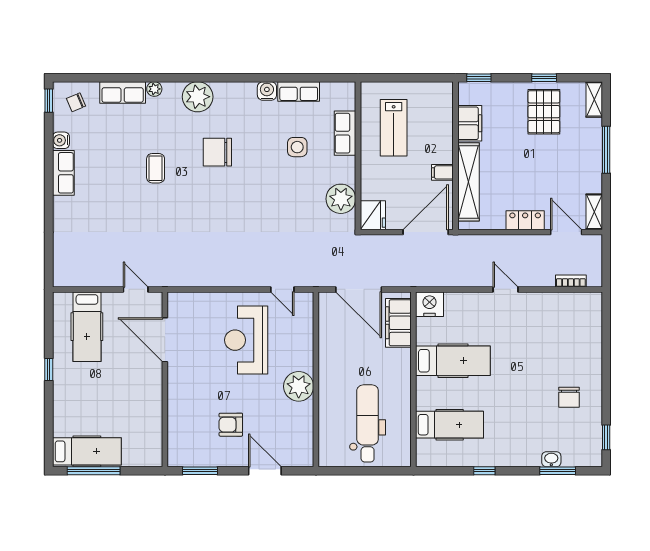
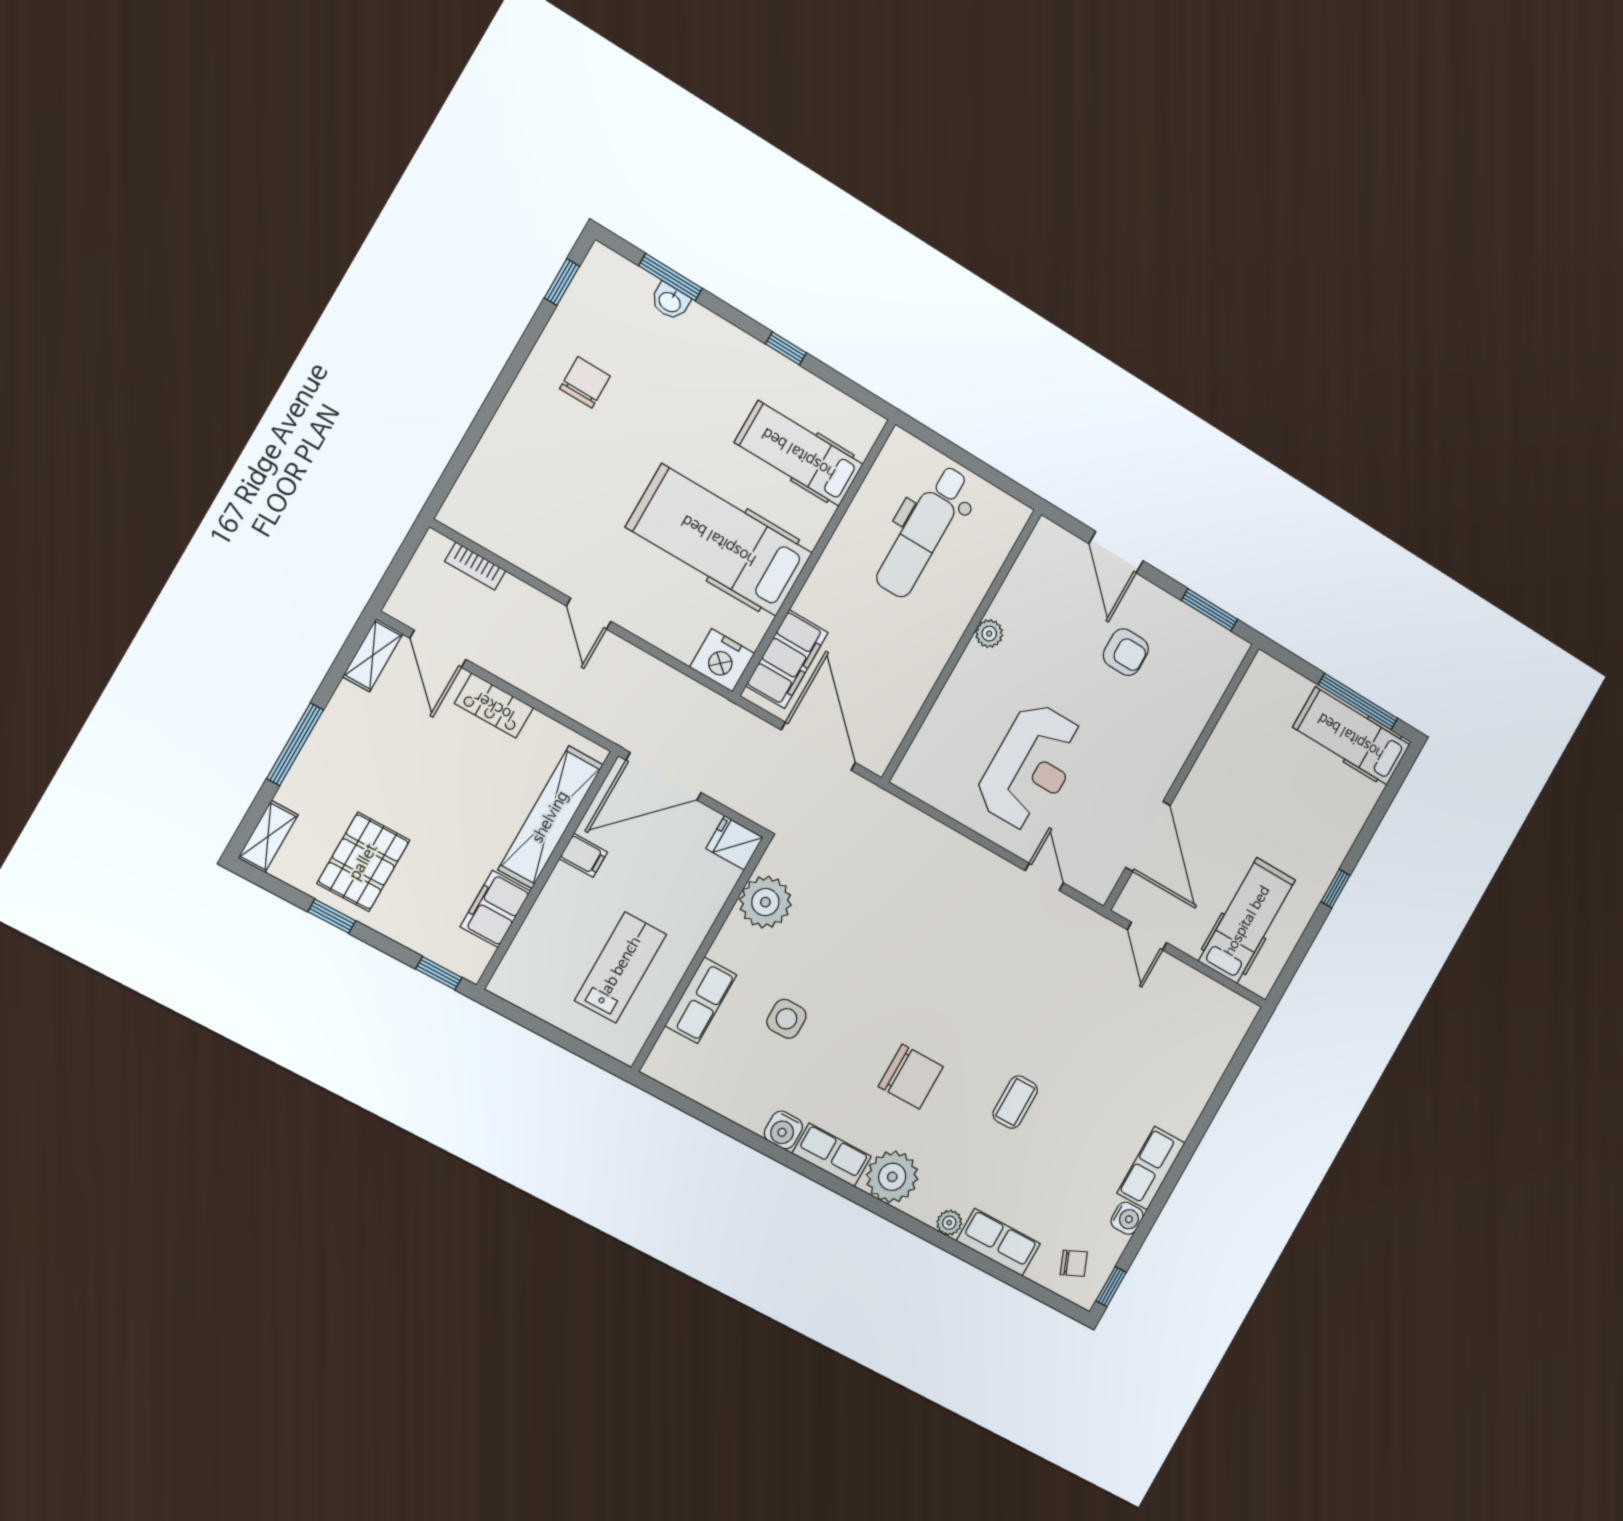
row of seats: (299, 91) -> (832, 1155), moved
fridge: (373, 215) -> (734, 843), width x0.72
door: (282, 289) -> (1044, 877), moved
hospital bed: (453, 361) -> (719, 540), width x1.37, depth x1.29
plant: (299, 386) -> (989, 634), width x0.53, depth x0.53

